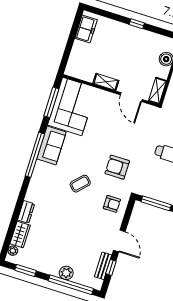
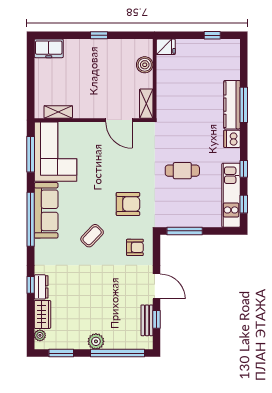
freezer: (86, 29) -> (49, 48), moved, turned 90
shelving: (106, 82) -> (58, 112), moved
sofa: (51, 145) -> (46, 210), width x1.36
armchair: (117, 167) -> (128, 204), turned 180
window: (18, 208) -> (31, 285), added
plant: (66, 273) -> (96, 341), moved

